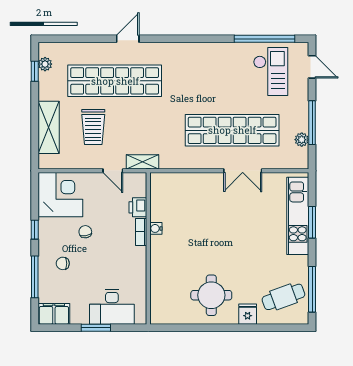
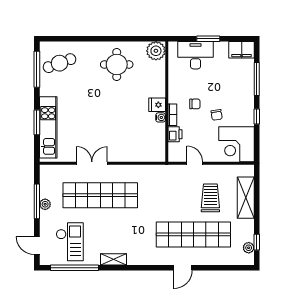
checkout: (271, 72) -> (70, 242), turned 180
plant: (302, 140) -> (45, 204), moved
shelving: (143, 162) -> (114, 259), moved
chair: (63, 263) -> (195, 104), moved
plant: (162, 313) -> (156, 51), added
fridge: (248, 314) -> (157, 105), moved, turned 90

